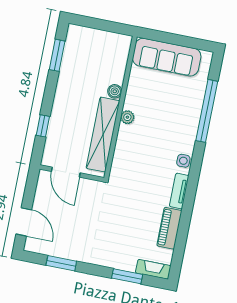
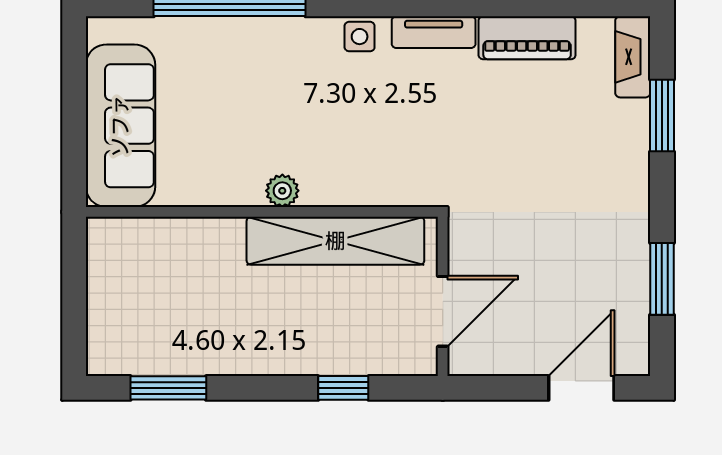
boiler: (115, 91) -> (227, 233), removed

